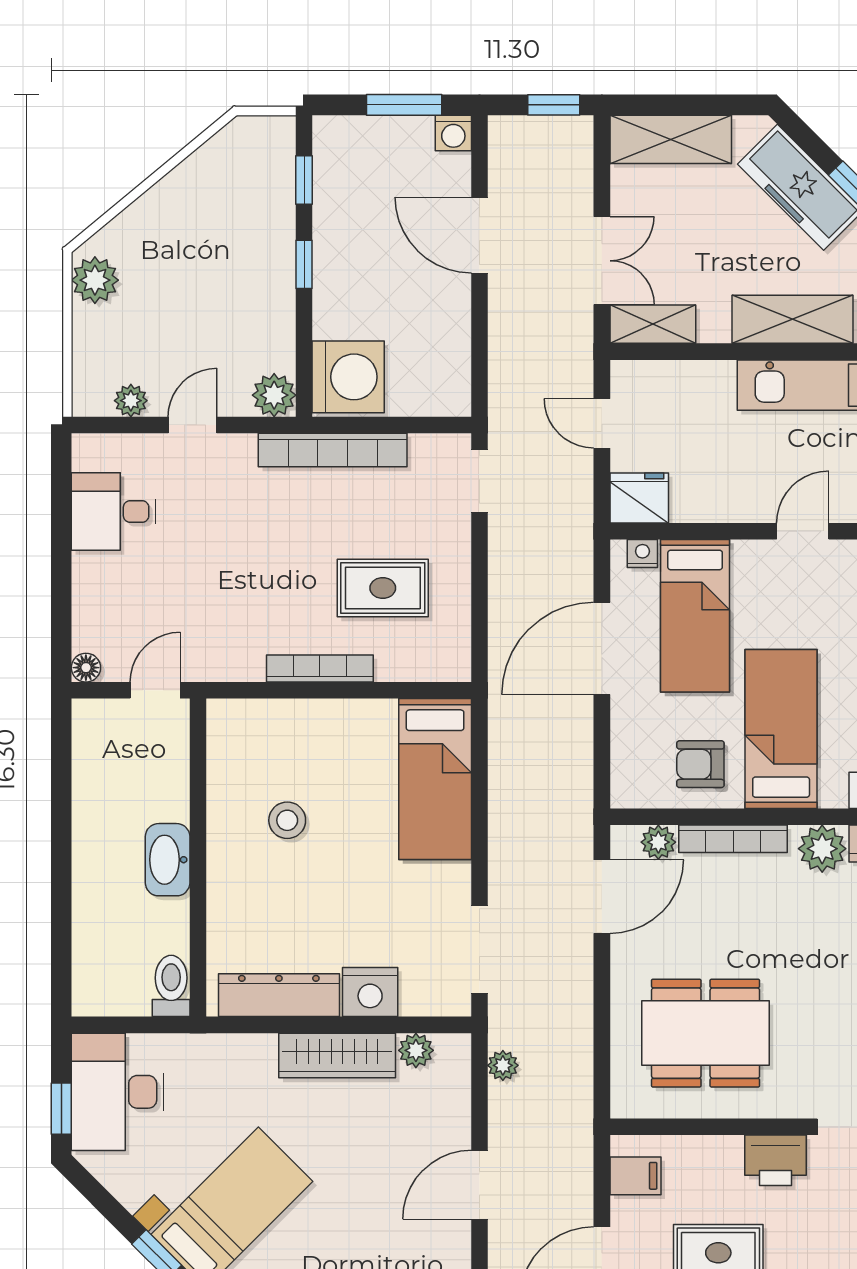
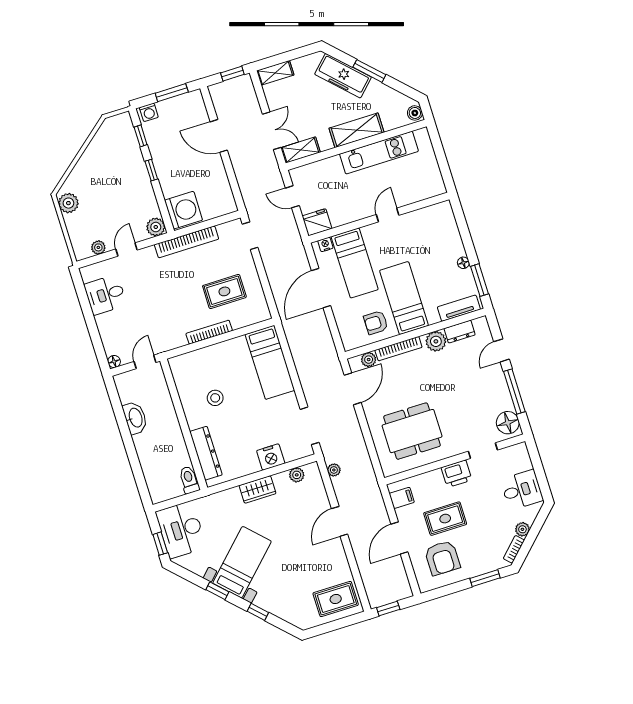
washing machine: (453, 133) -> (149, 112), moved
shelving: (671, 139) -> (275, 73), width x0.67, depth x0.75
washbasin: (168, 860) -> (135, 418), moved, turned 180
dresser: (279, 995) -> (206, 453), moved, turned 90
wardrobe: (337, 1055) -> (257, 489), width x0.67

